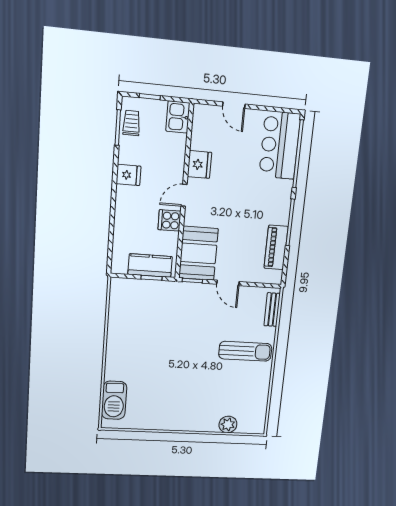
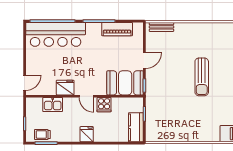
door: (234, 105) -> (25, 83), moved
kitchen sink: (178, 117) -> (53, 105), moved
bar counter: (280, 145) -> (56, 34), width x1.36
fridge: (128, 175) -> (87, 134), moved
kitchen counter: (150, 265) -> (136, 127), moved
sun lounger: (245, 351) -> (202, 77), moved, turned 180

